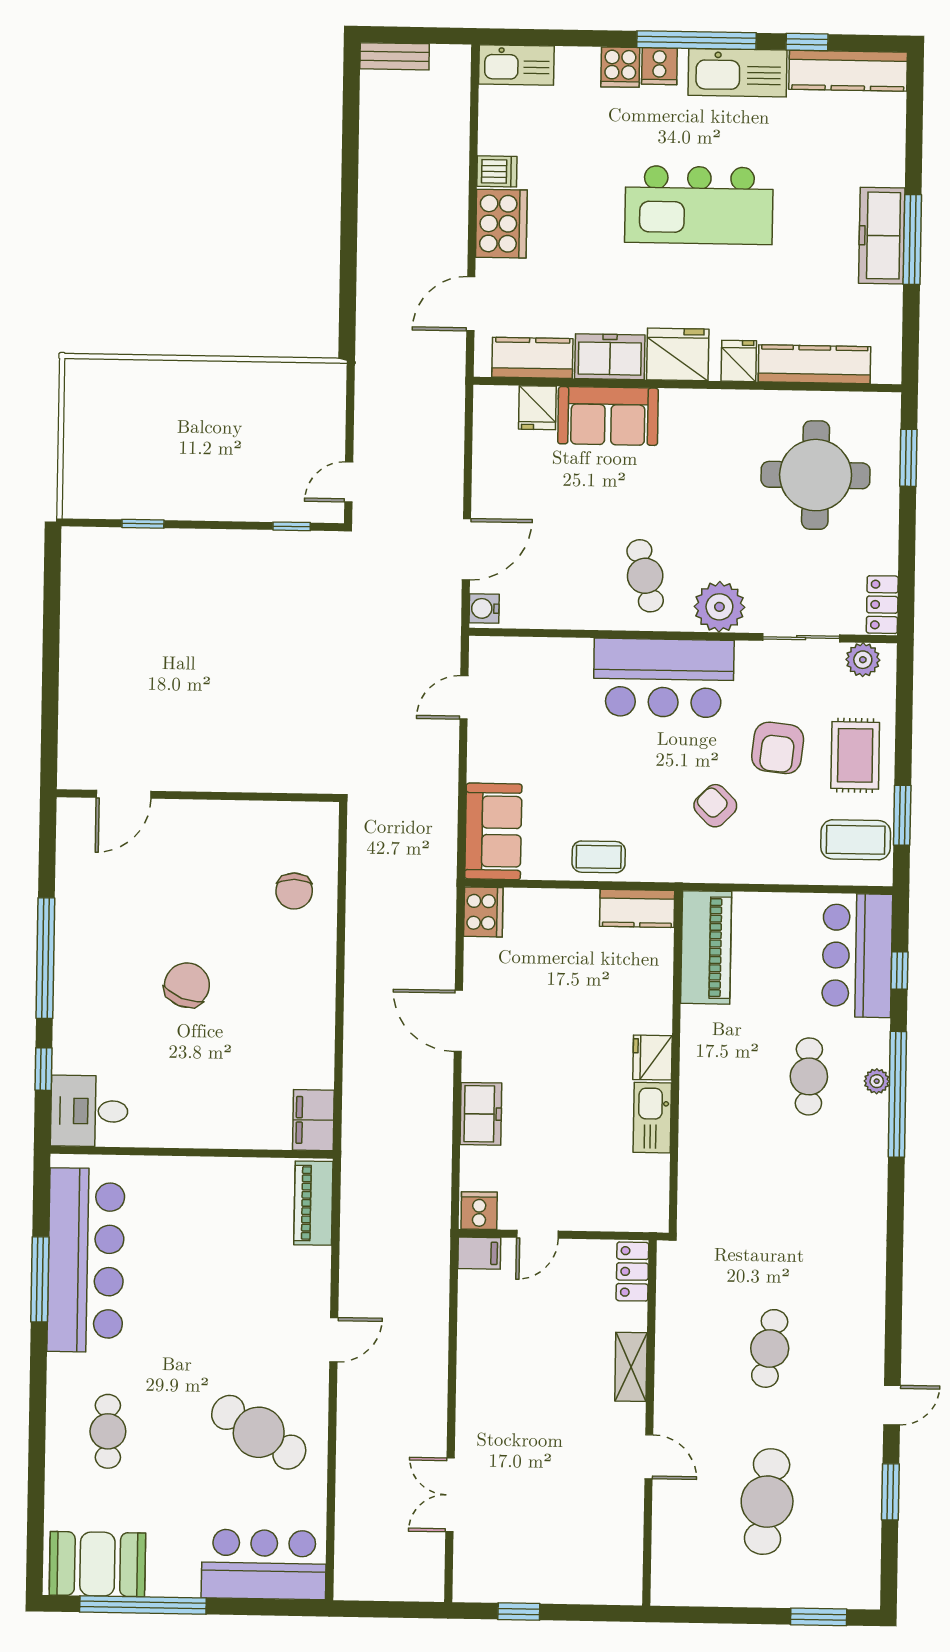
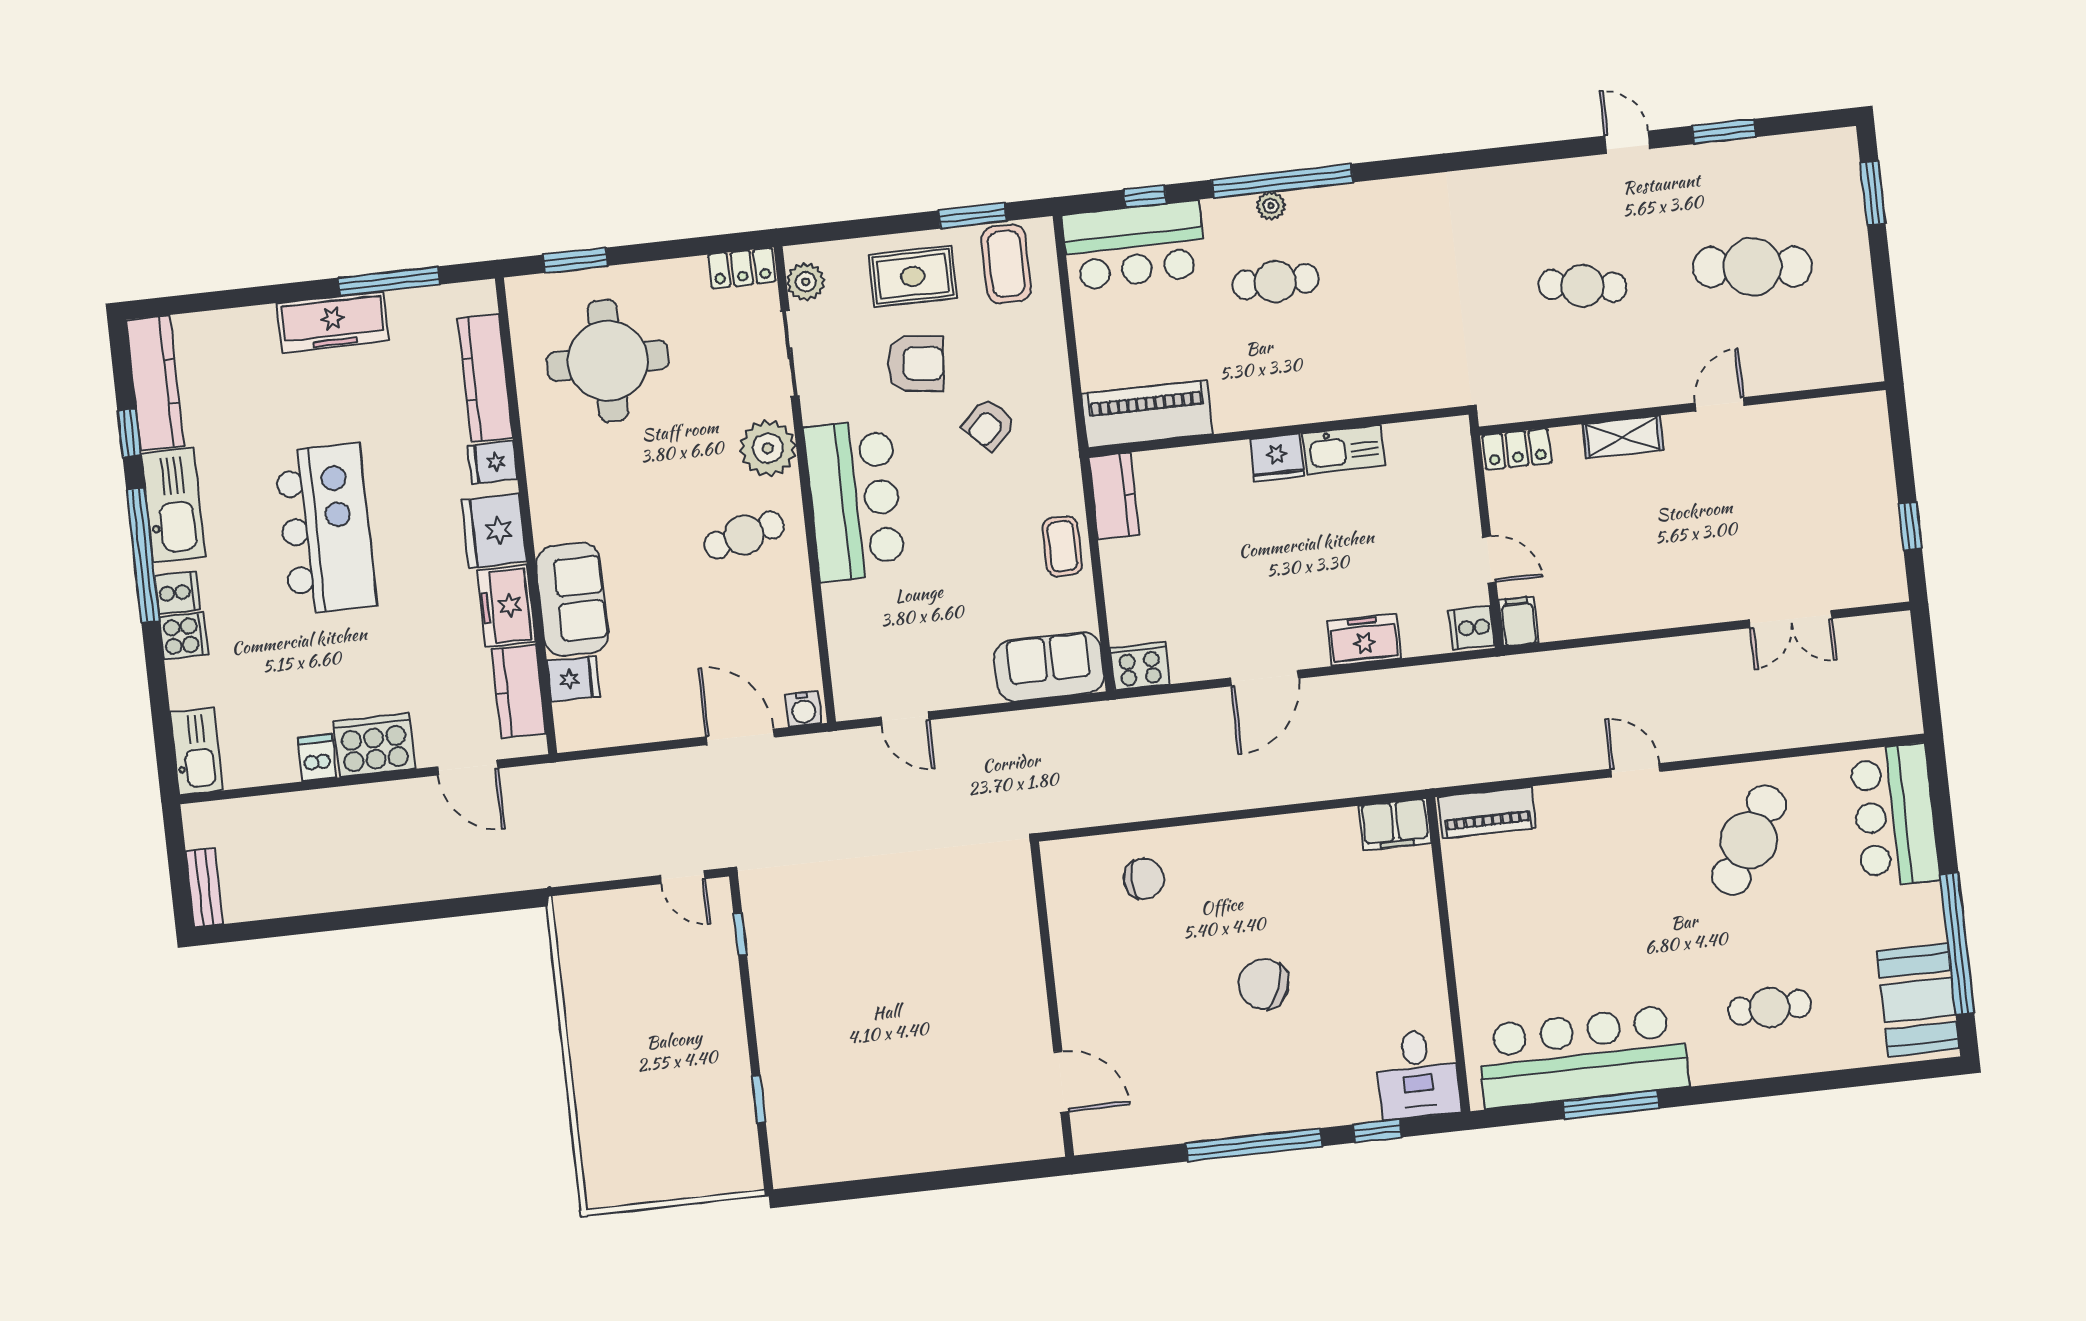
window: (912, 239) -> (389, 281), moved

